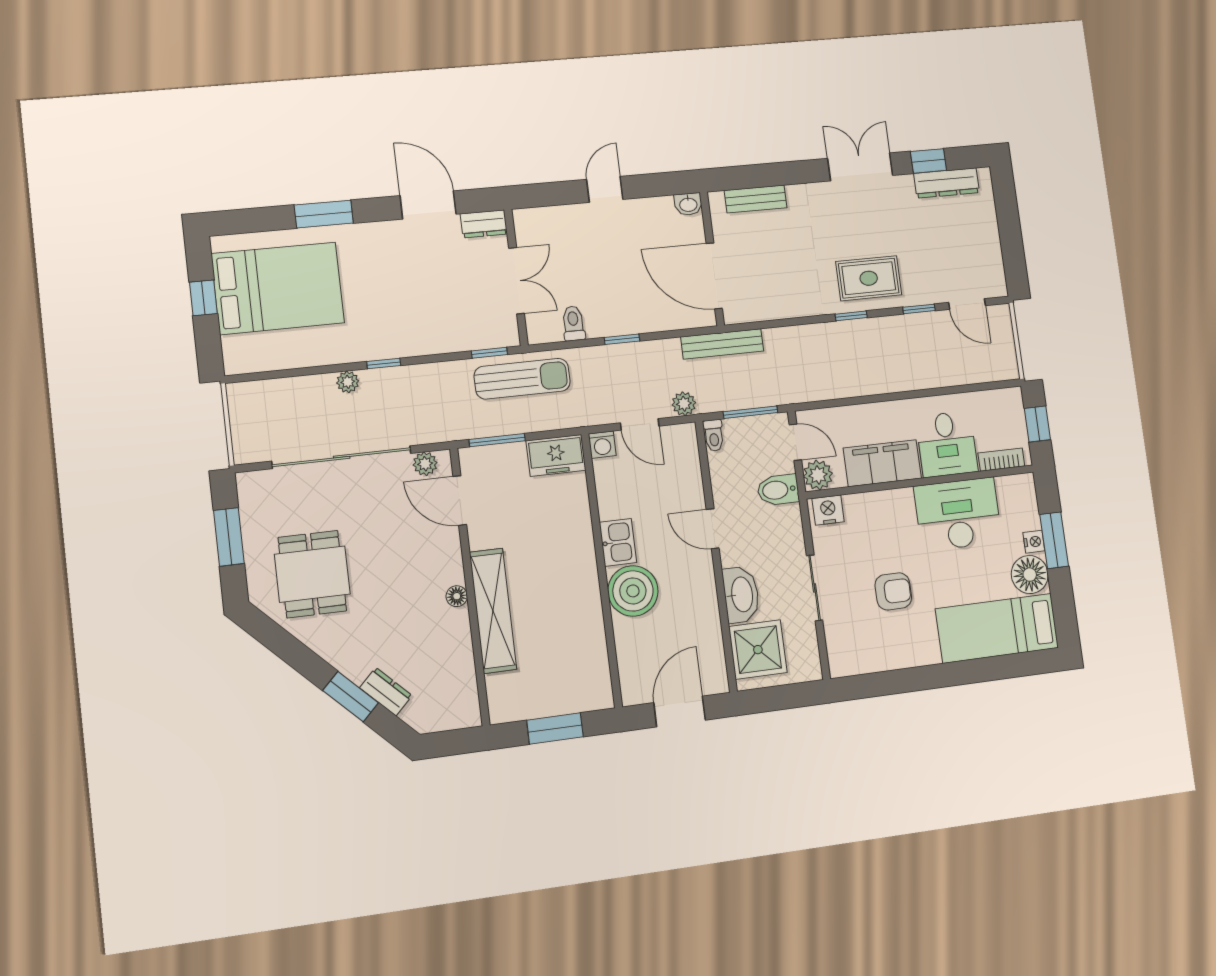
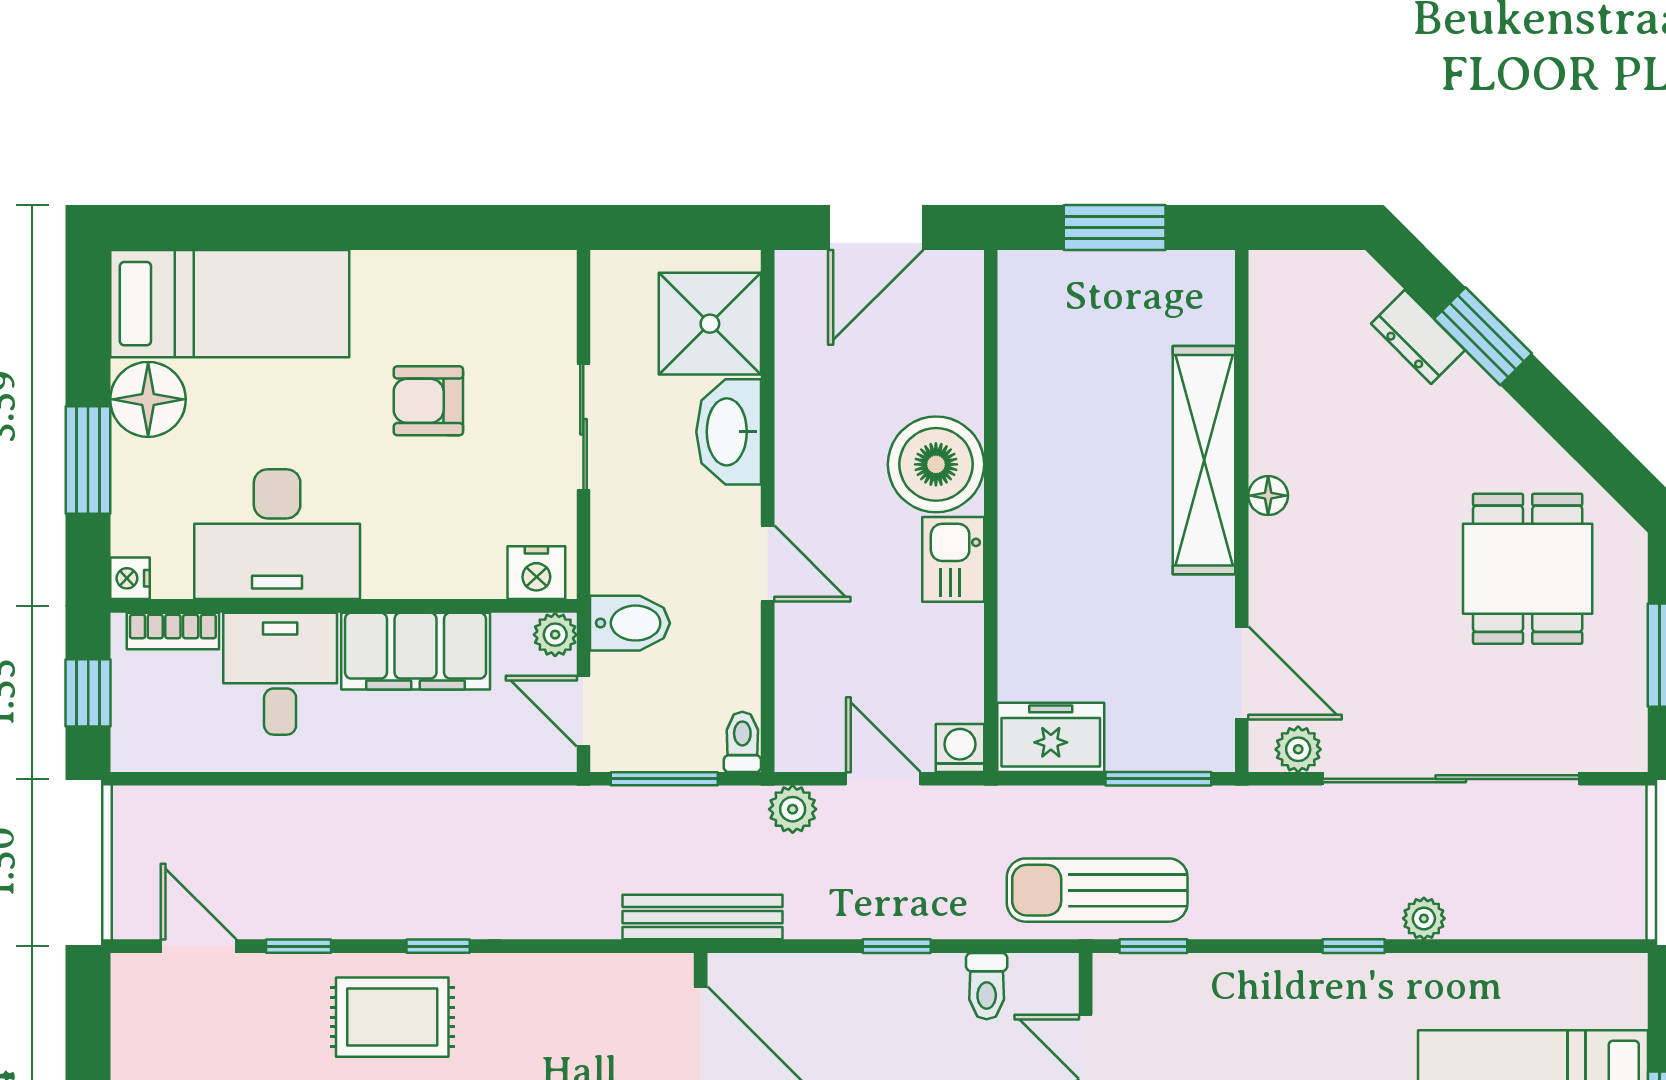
plant: (818, 475) -> (555, 635), width x0.73, depth x0.73
nightstand: (1034, 542) -> (130, 578), moved

